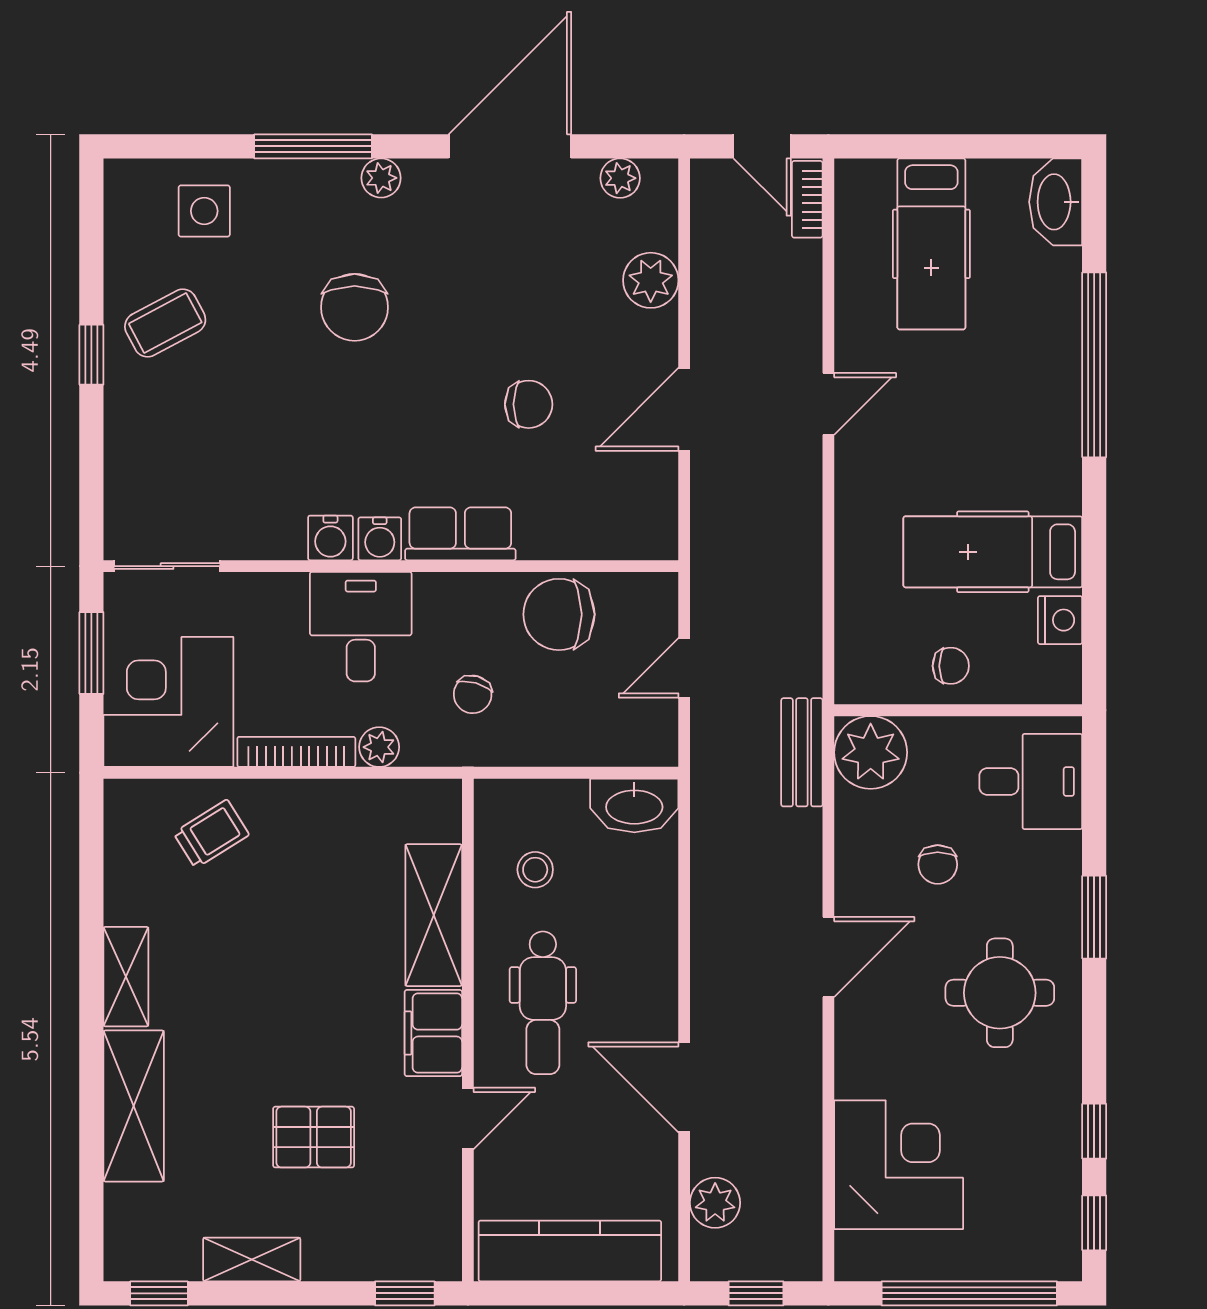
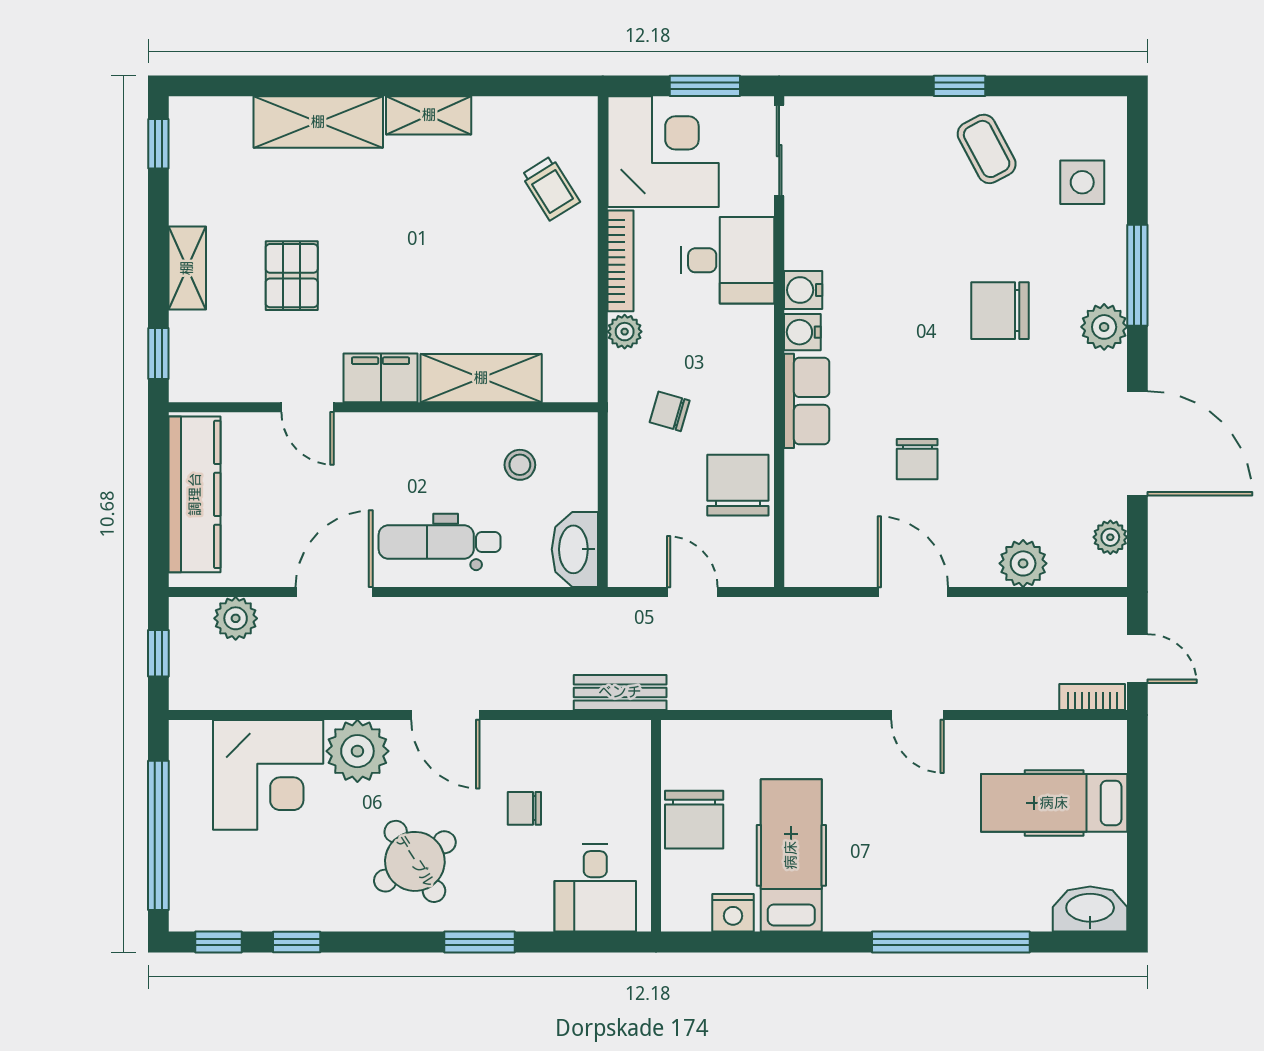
door: (762, 146) -> (1137, 659), swing flipped
plant: (381, 178) -> (1104, 327), width x1.38, depth x1.38
desk: (361, 627) -> (727, 260), moved
chair: (951, 666) -> (694, 820), width x1.87, depth x1.87
plant: (871, 752) -> (357, 751), moved
round table: (1000, 993) -> (415, 861), turned -33
dental chair: (543, 1003) -> (440, 542), moved
shelving: (252, 1259) -> (187, 268), moved

